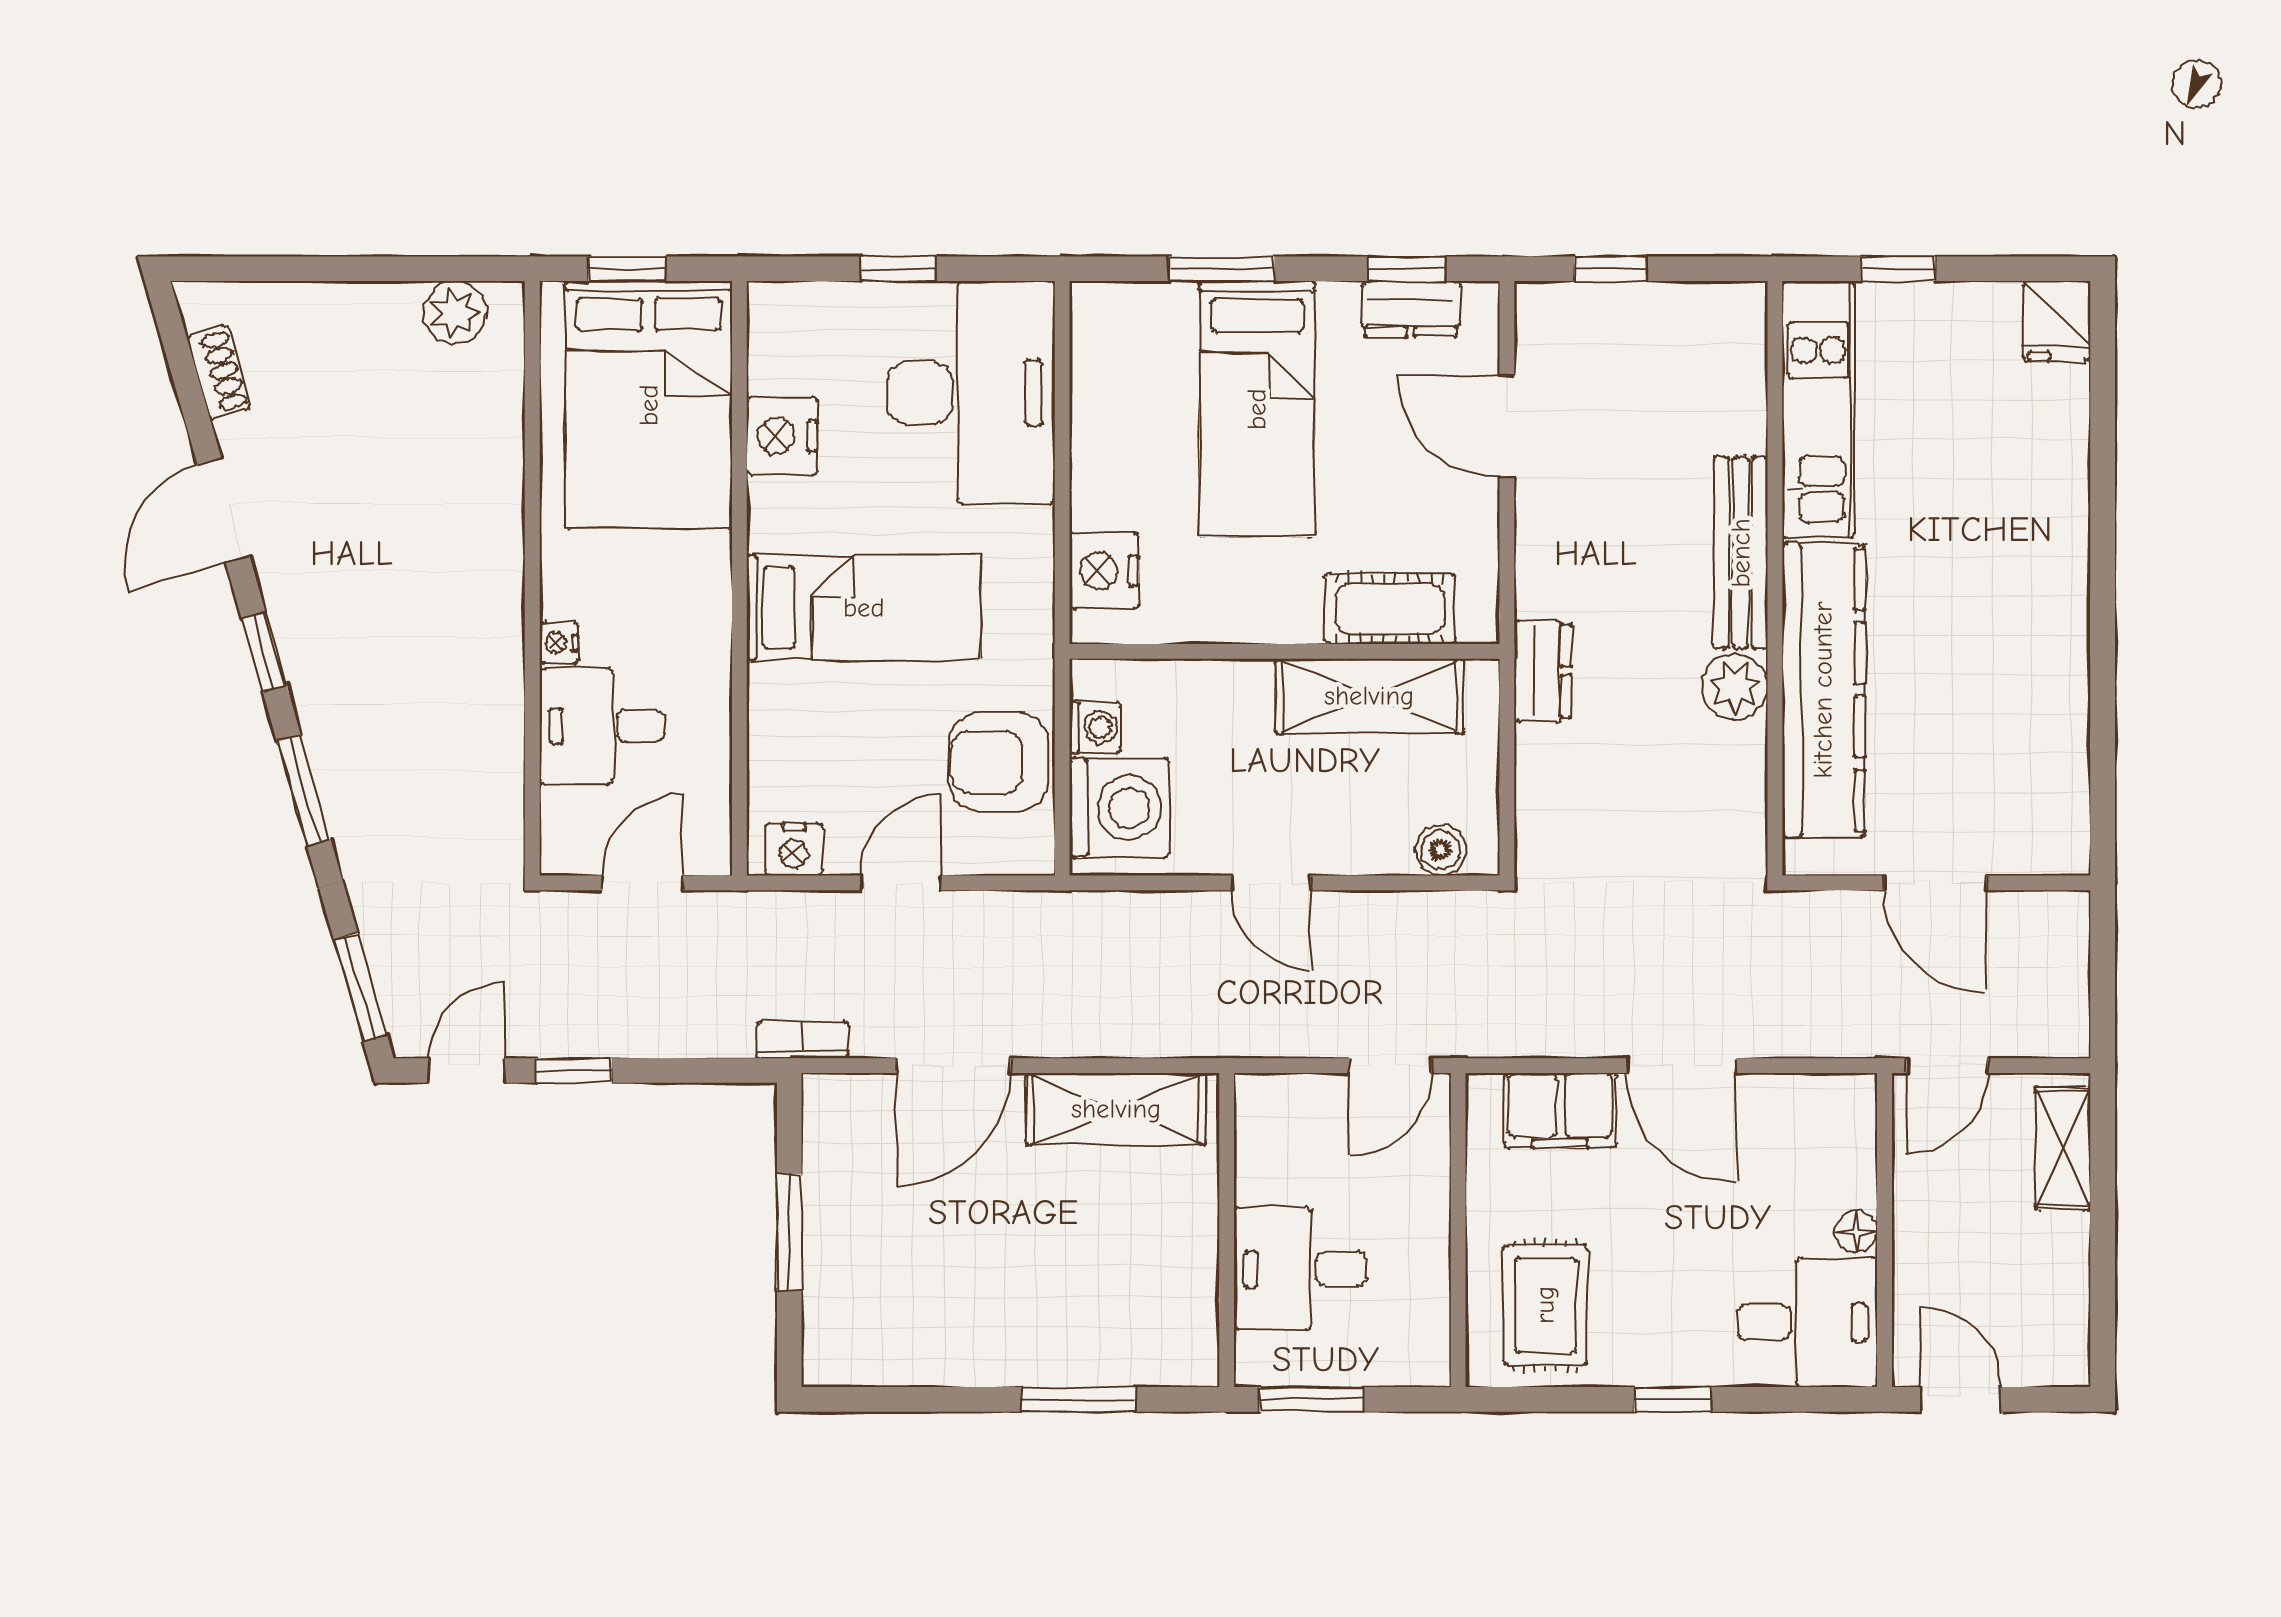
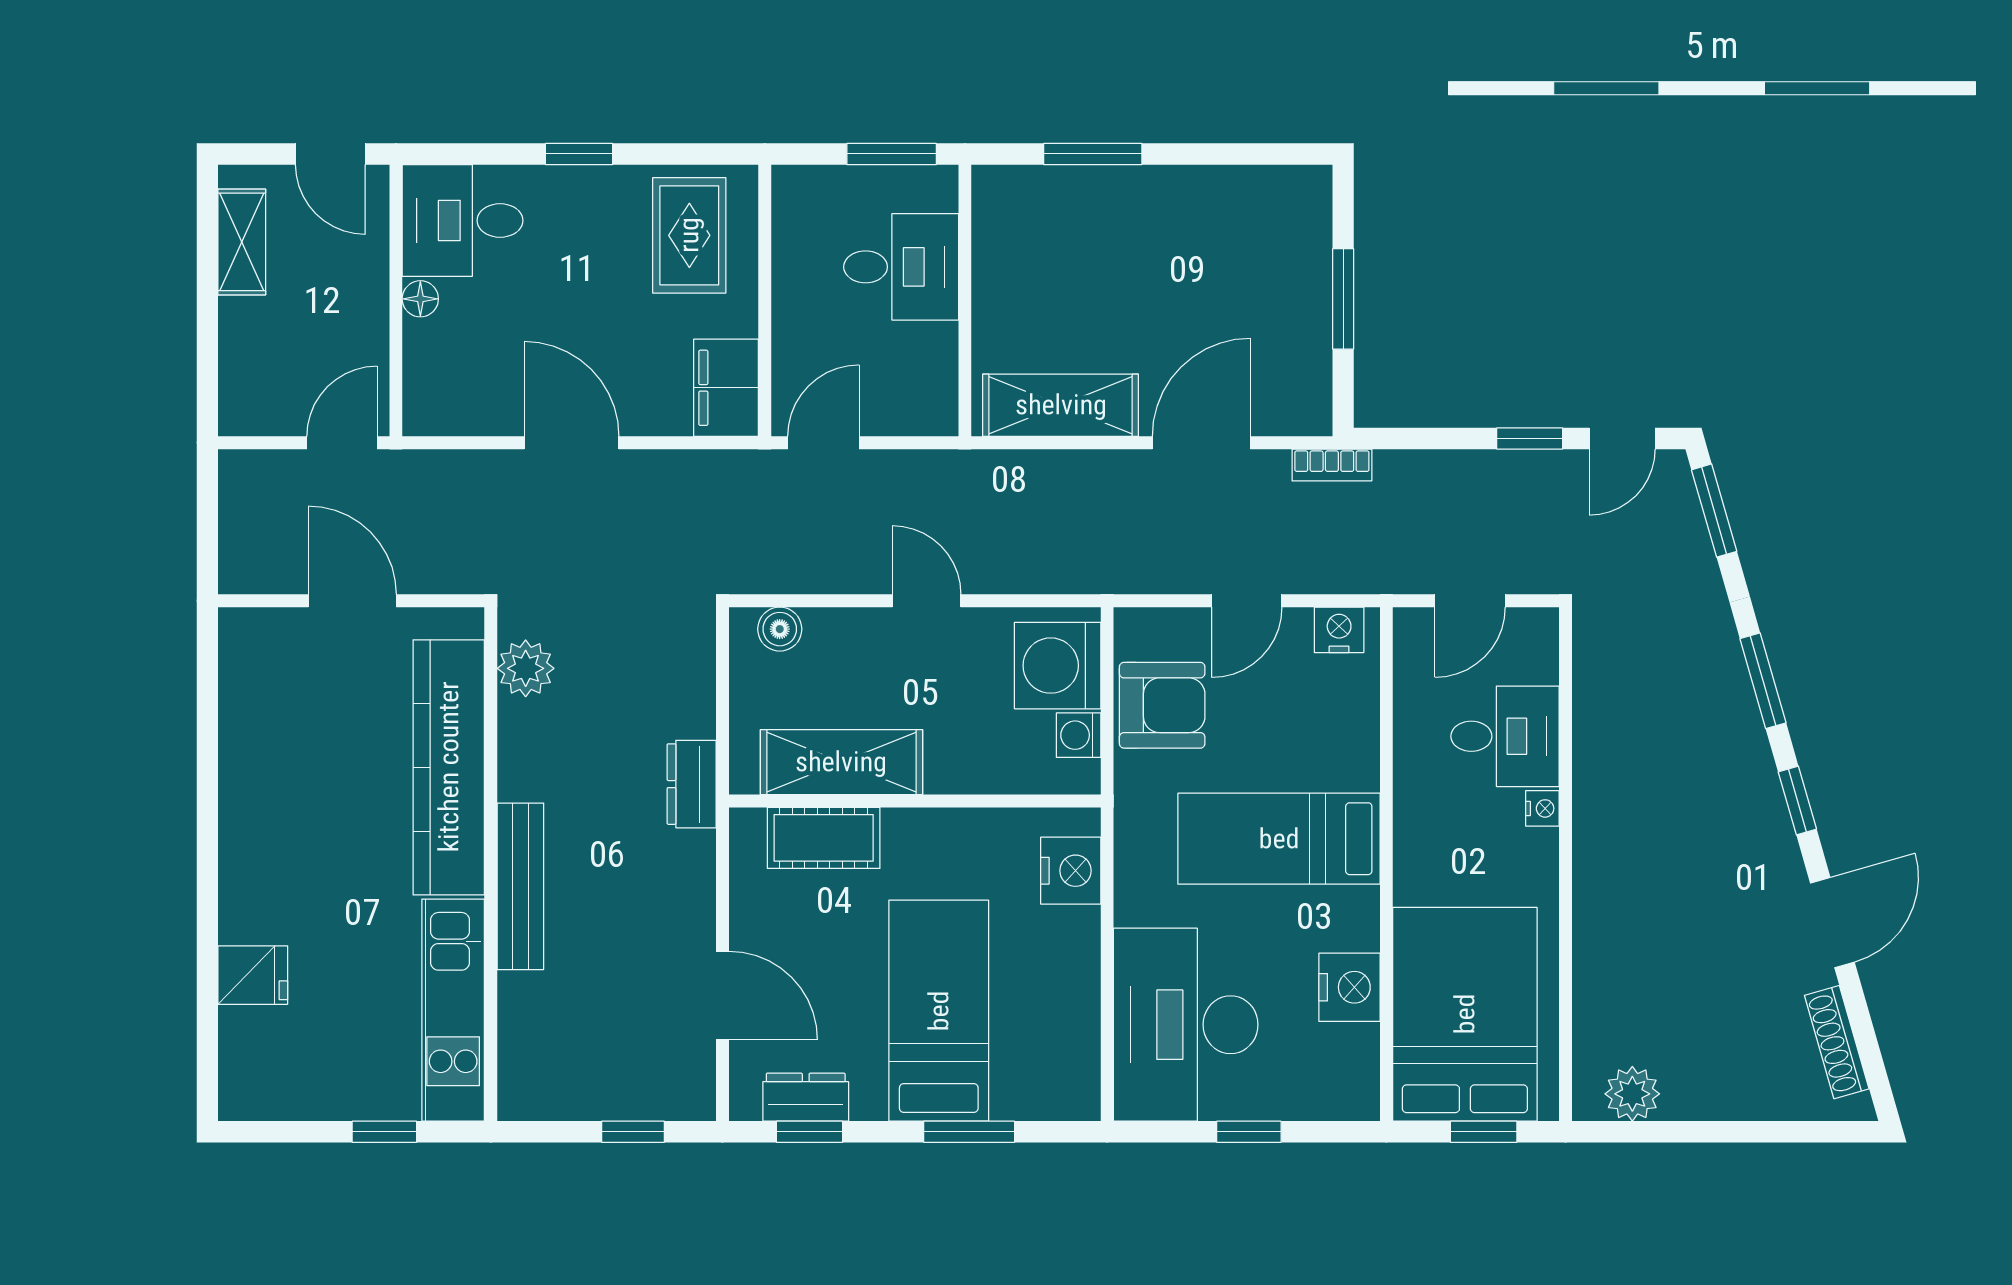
fridge: (2057, 321) -> (253, 975), moved, turned 90
shoe rack: (219, 372) -> (1837, 1042), width x1.43
plant: (1735, 687) -> (526, 668), moved
filing cabinet: (1560, 1110) -> (726, 388), moved, turned -90
shelving: (2063, 1148) -> (242, 242), moved

